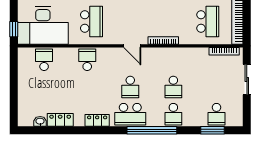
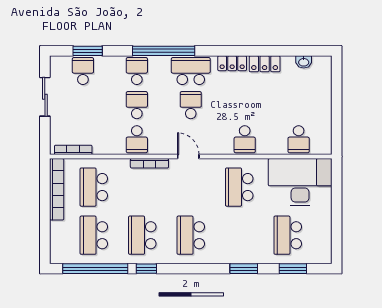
window: (14, 29) -> (337, 177), removed
school desk: (173, 60) -> (137, 139), added
sliding door: (247, 79) -> (45, 97), moved
locker: (60, 120) -> (265, 64), moved

